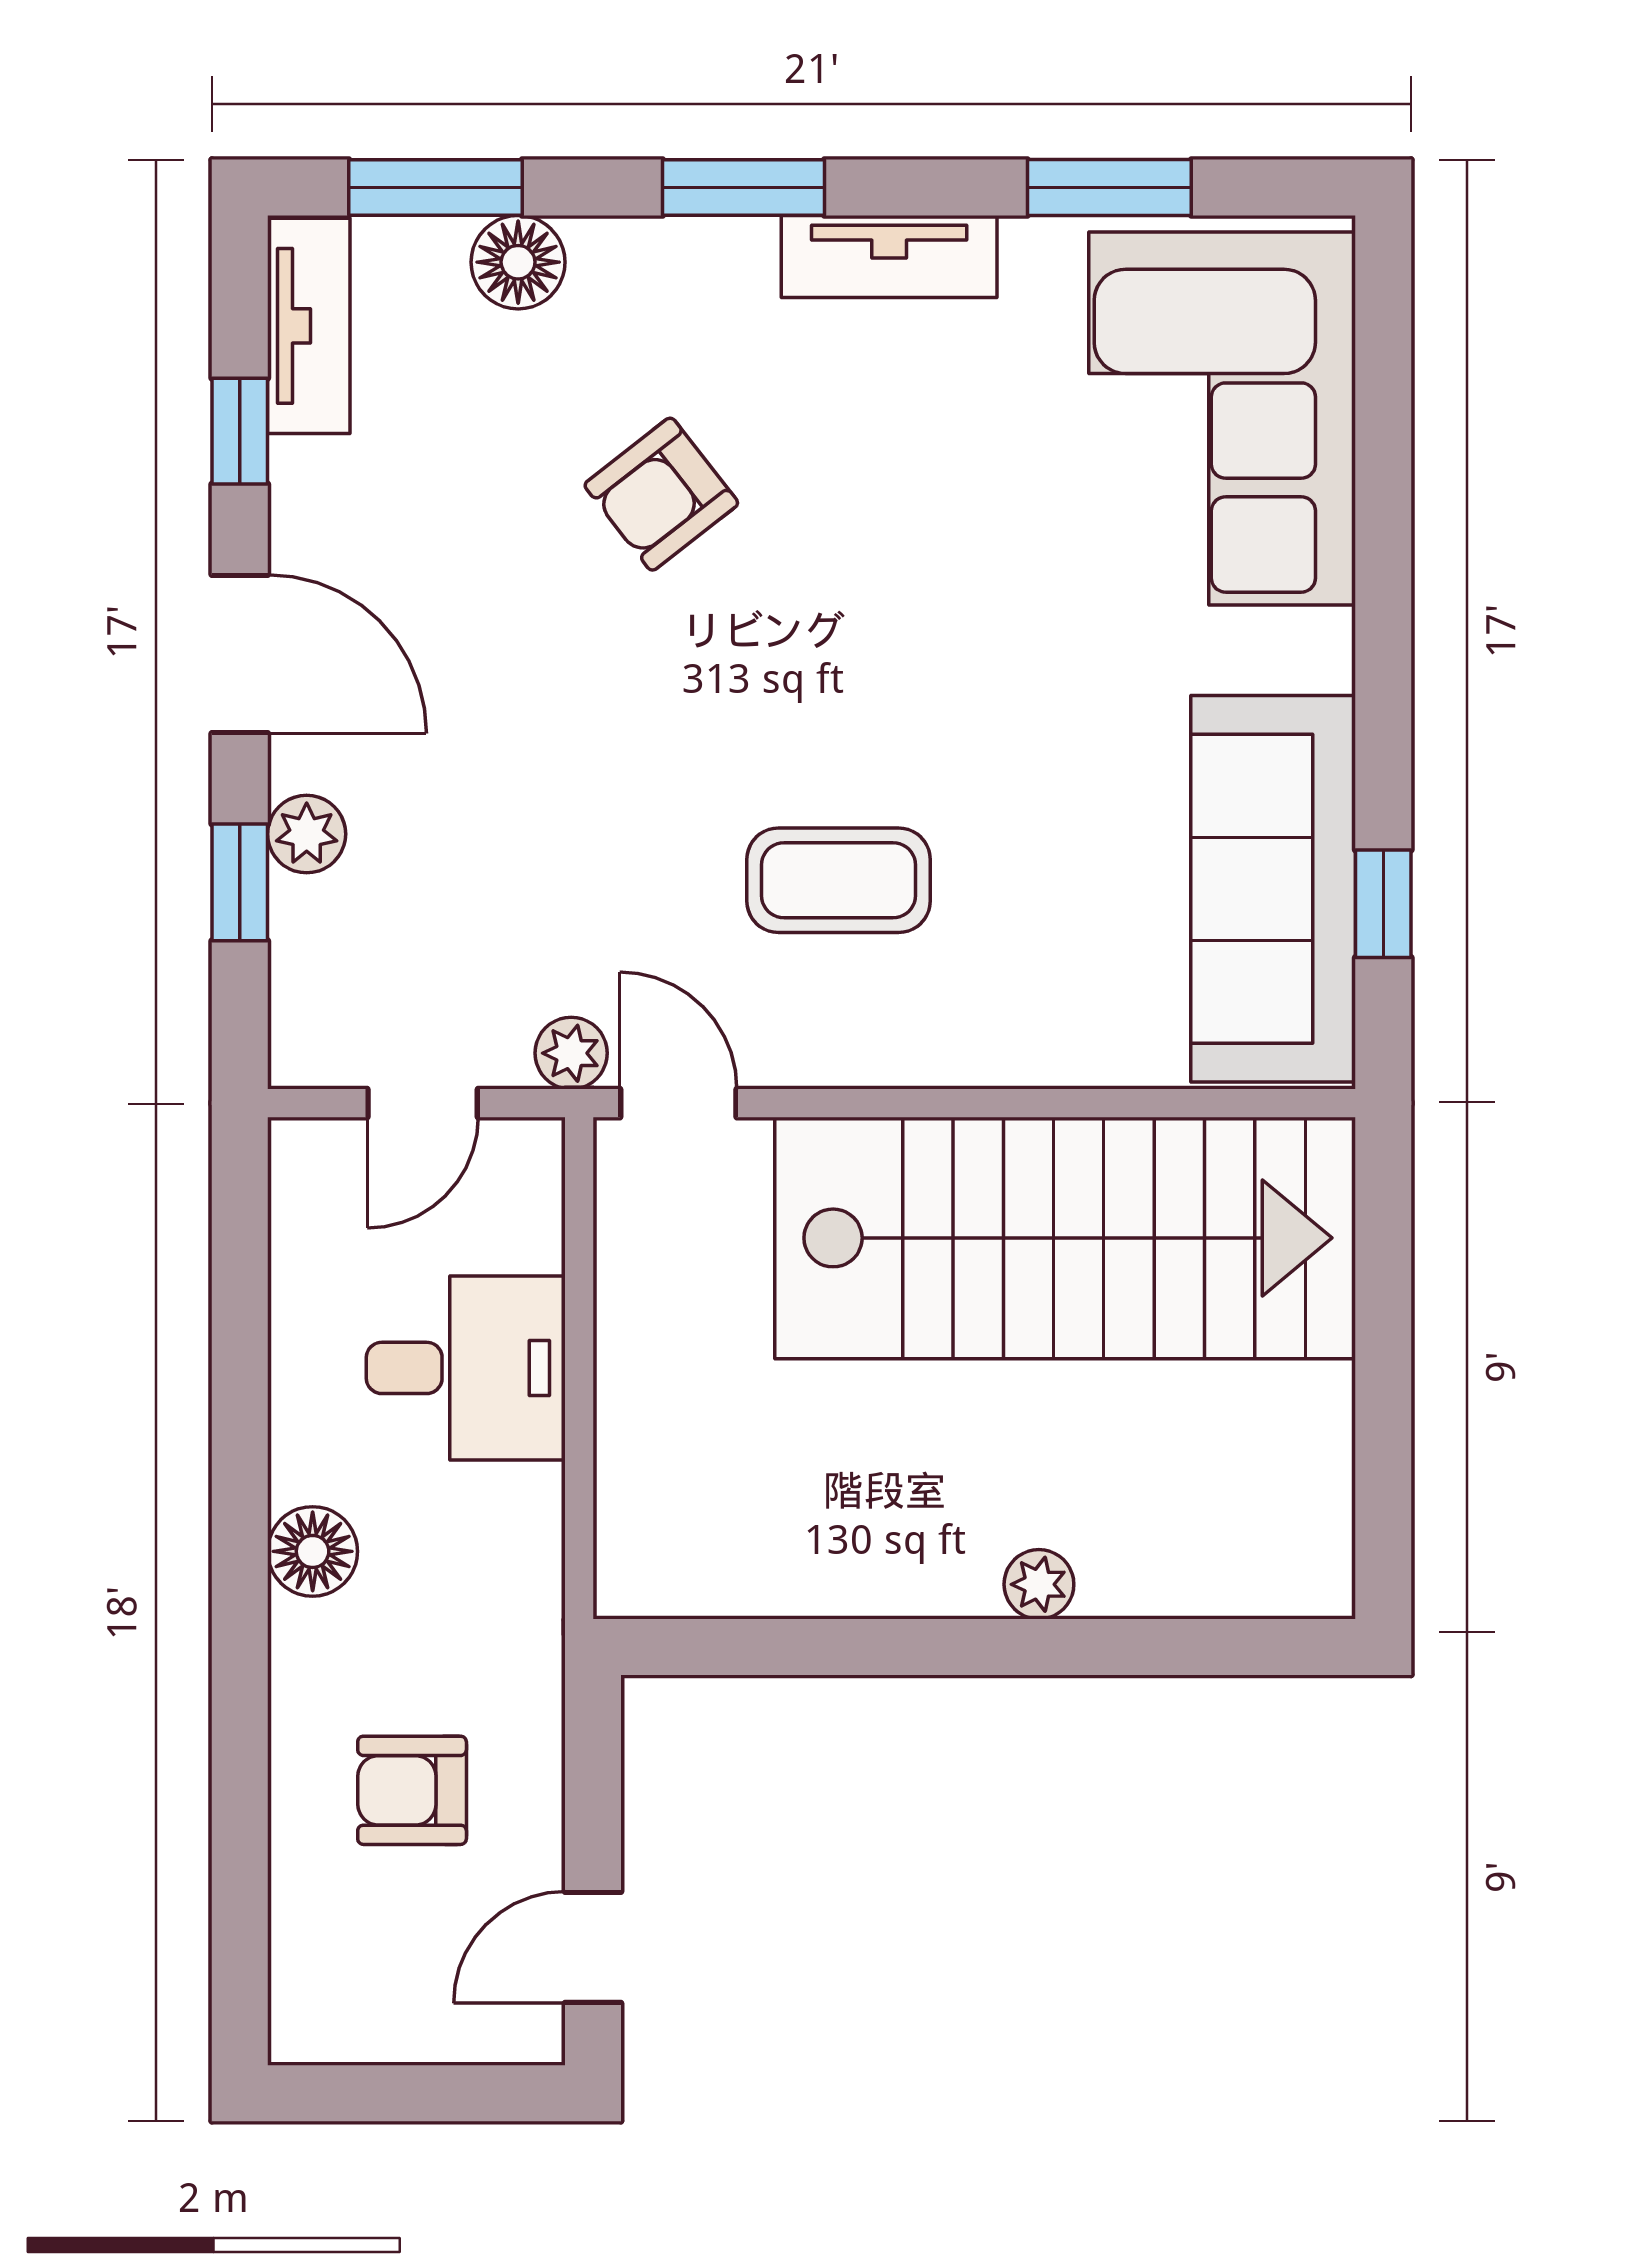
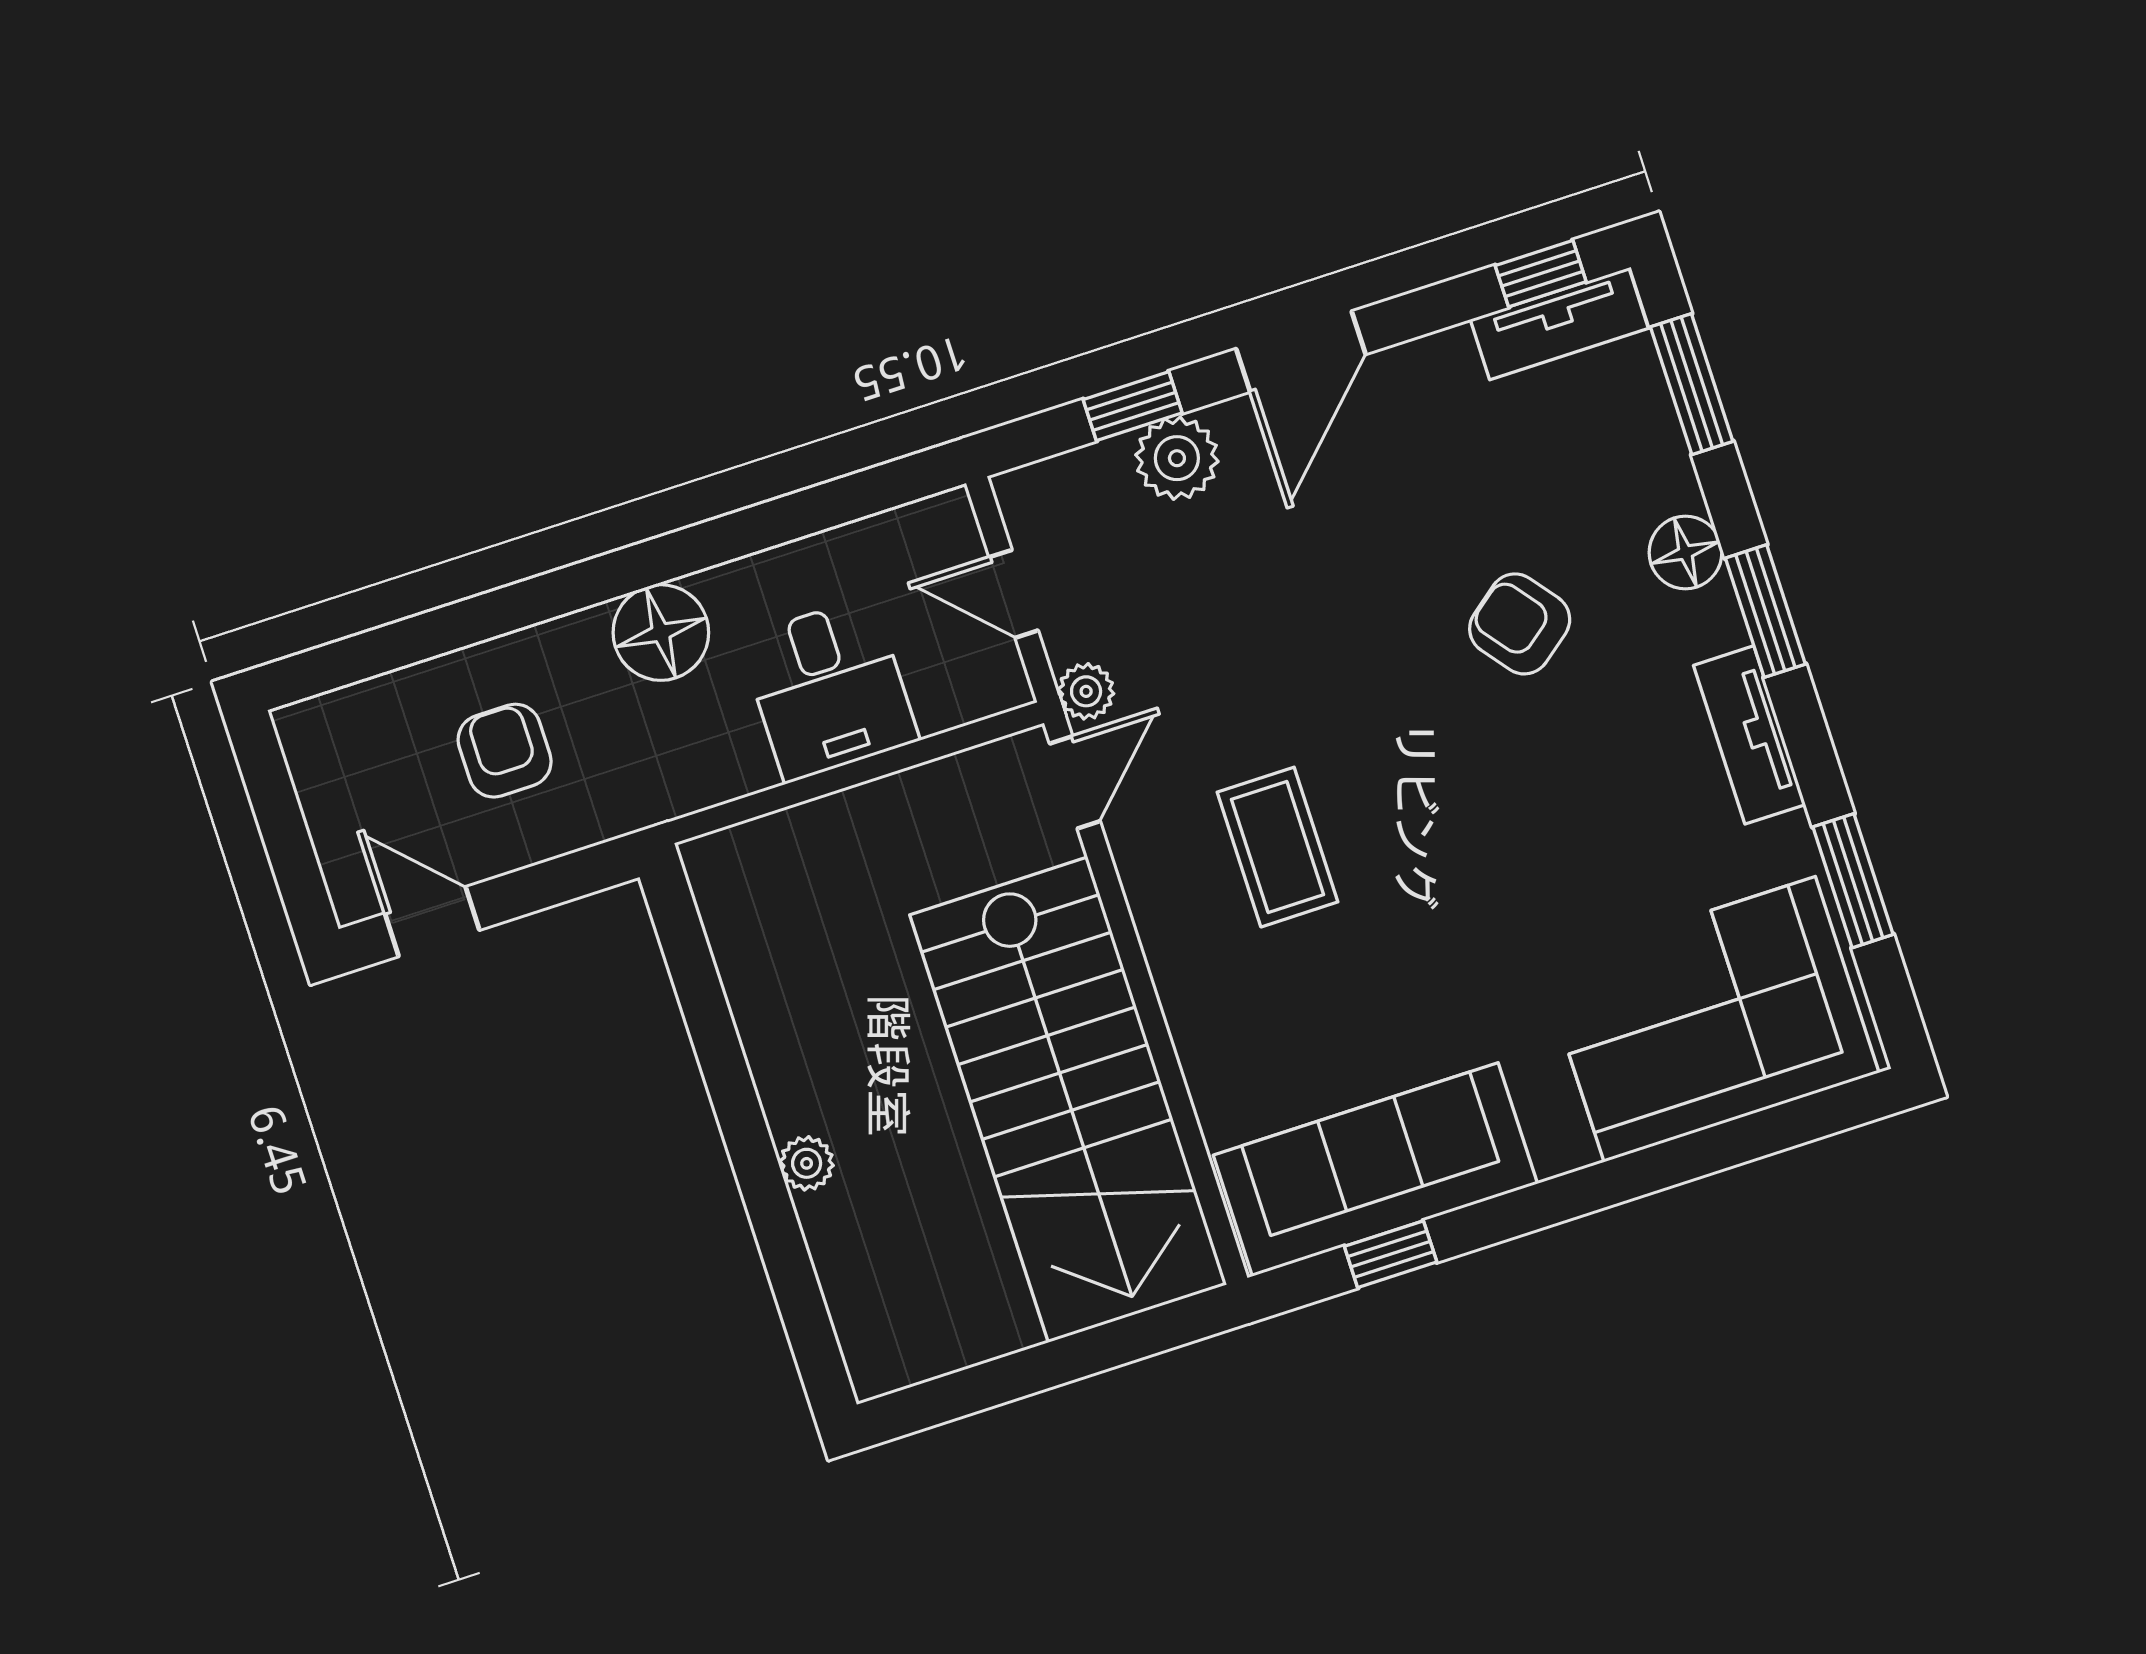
floor lamp: (518, 262) -> (1685, 553), moved
window: (240, 431) -> (1541, 274), moved
plant: (307, 834) -> (1177, 458), width x1.38, depth x1.38
floor lamp: (313, 1551) -> (661, 633), width x1.38, depth x1.38

